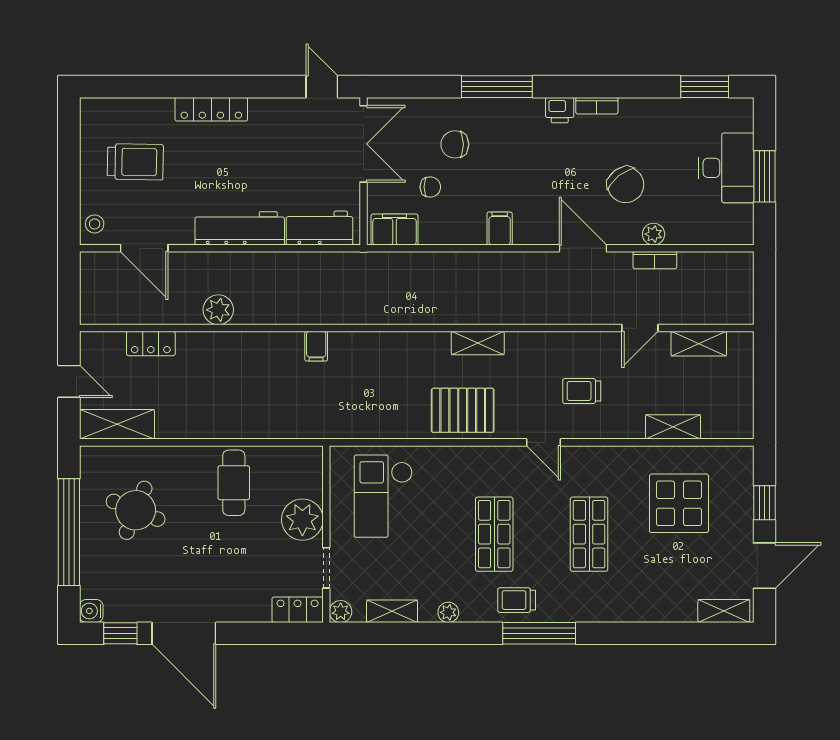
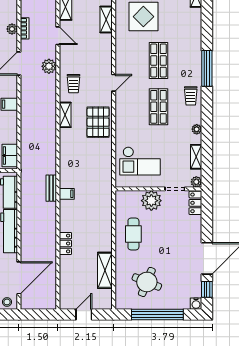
door: (144, 248) -> (19, 278), width x1.36
plant: (218, 310) -> (49, 66), moved
bench: (328, 314) -> (51, 188), added
locker: (151, 343) -> (65, 243), moved
trolley: (582, 391) -> (73, 84), moved
shelving: (117, 424) -> (105, 270), moved
cafe table: (234, 483) -> (133, 234), turned 90
shop shelf: (494, 534) -> (158, 107), turned 90
shop shelf: (589, 534) -> (158, 60), turned 90
window: (539, 633) -> (207, 68), moved

